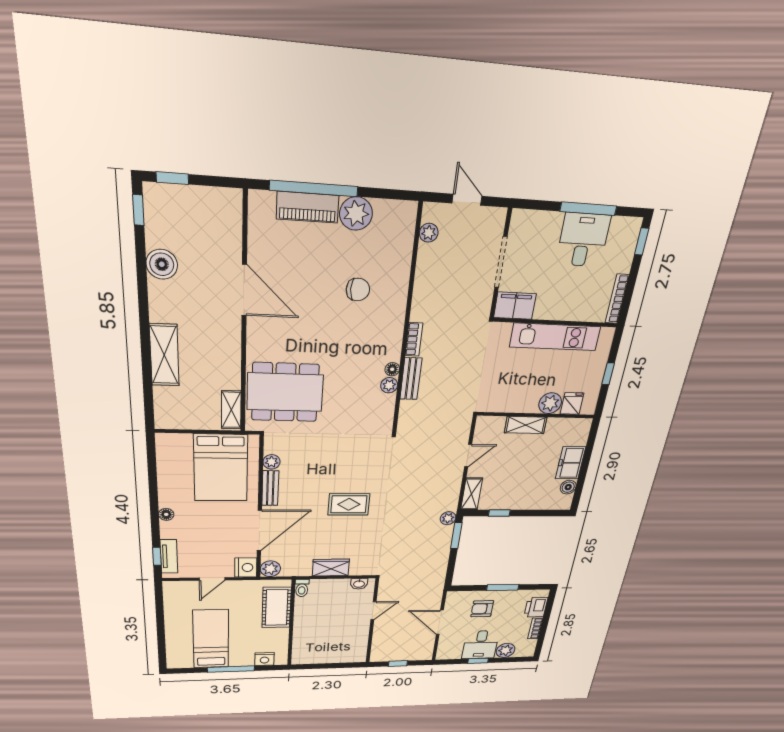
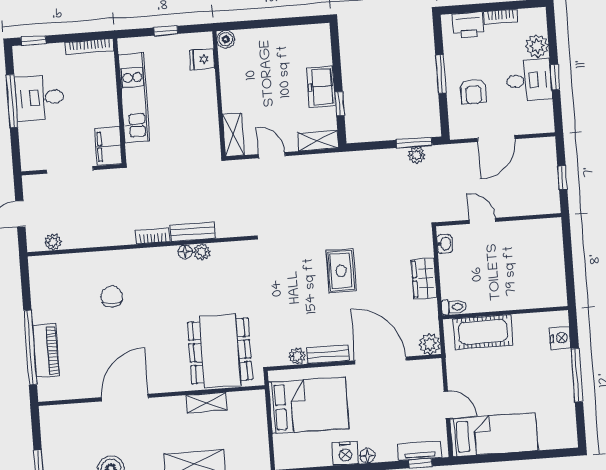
plant: (356, 214) -> (46, 309), removed
plant: (550, 403) -> (204, 83), removed
shelving: (231, 410) -> (206, 403), moved
shelving: (526, 425) -> (233, 135), moved
freezer: (571, 463) -> (321, 87), moved, turned 90
boiler: (568, 487) -> (226, 39), moved
plant: (448, 518) -> (417, 155), moved
window: (456, 536) -> (414, 143), moved
nightstand: (246, 567) -> (345, 453), moved, turned 180
bed: (211, 639) -> (494, 435), moved, turned 180

